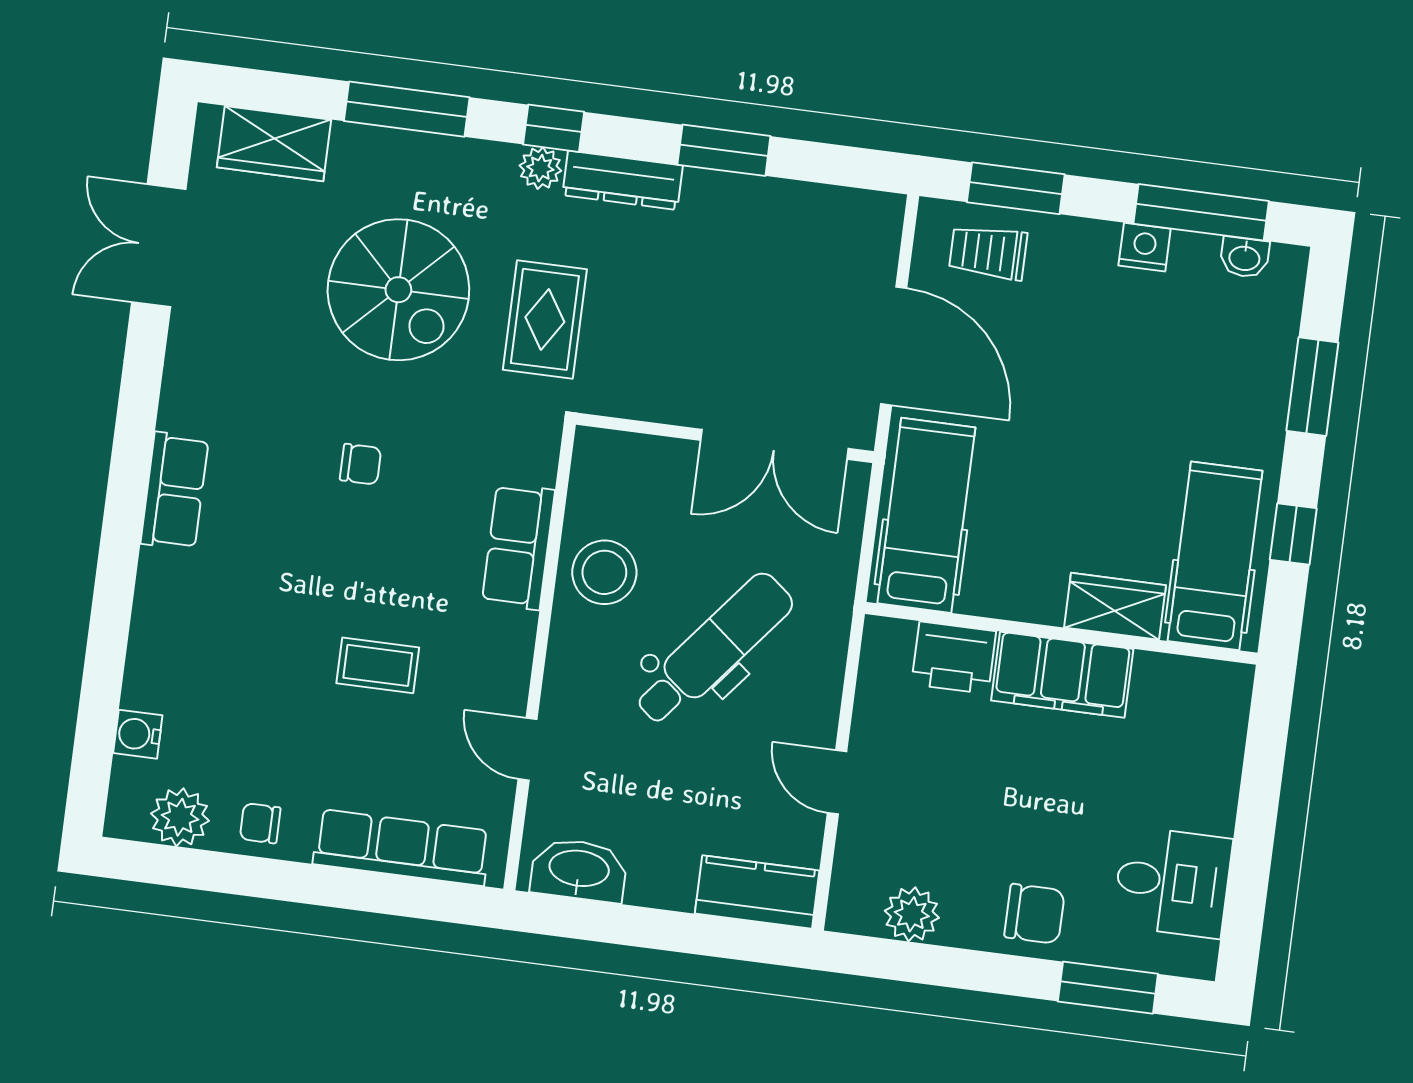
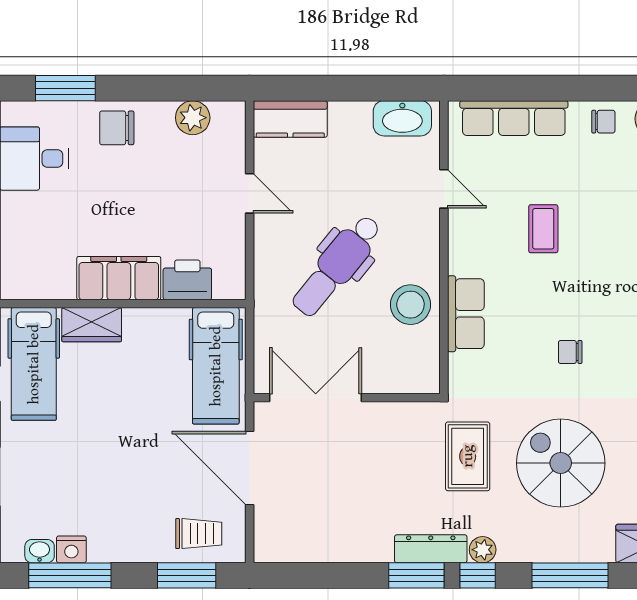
window: (724, 150) -> (416, 575), moved
nightstand: (1145, 247) -> (71, 549), moved
coffee table: (378, 665) -> (543, 229), turned 90

